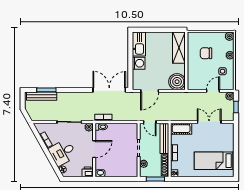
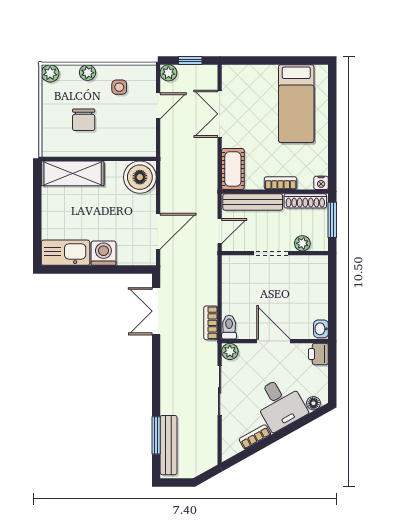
double door: (109, 90) -> (156, 311), width x0.73
door: (150, 91) -> (158, 231), hinge flipped
door: (213, 91) -> (158, 106), swing flipped

